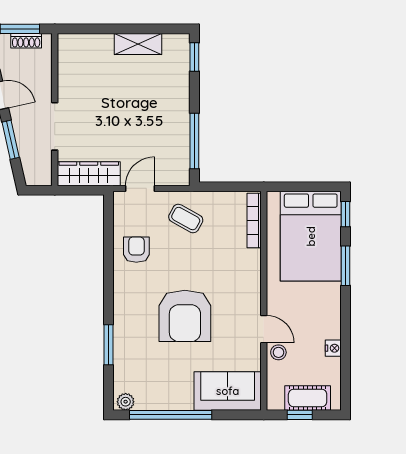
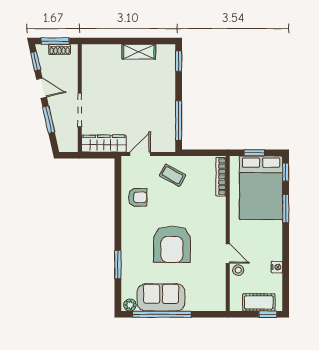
window: (301, 187) -> (254, 153), added
armchair: (136, 250) -> (138, 197), turned 90
sofa: (228, 391) -> (161, 297), moved
window: (300, 415) -> (268, 314), moved

